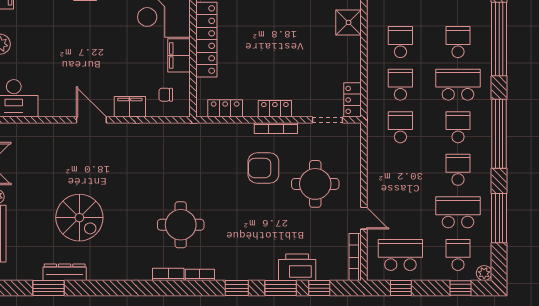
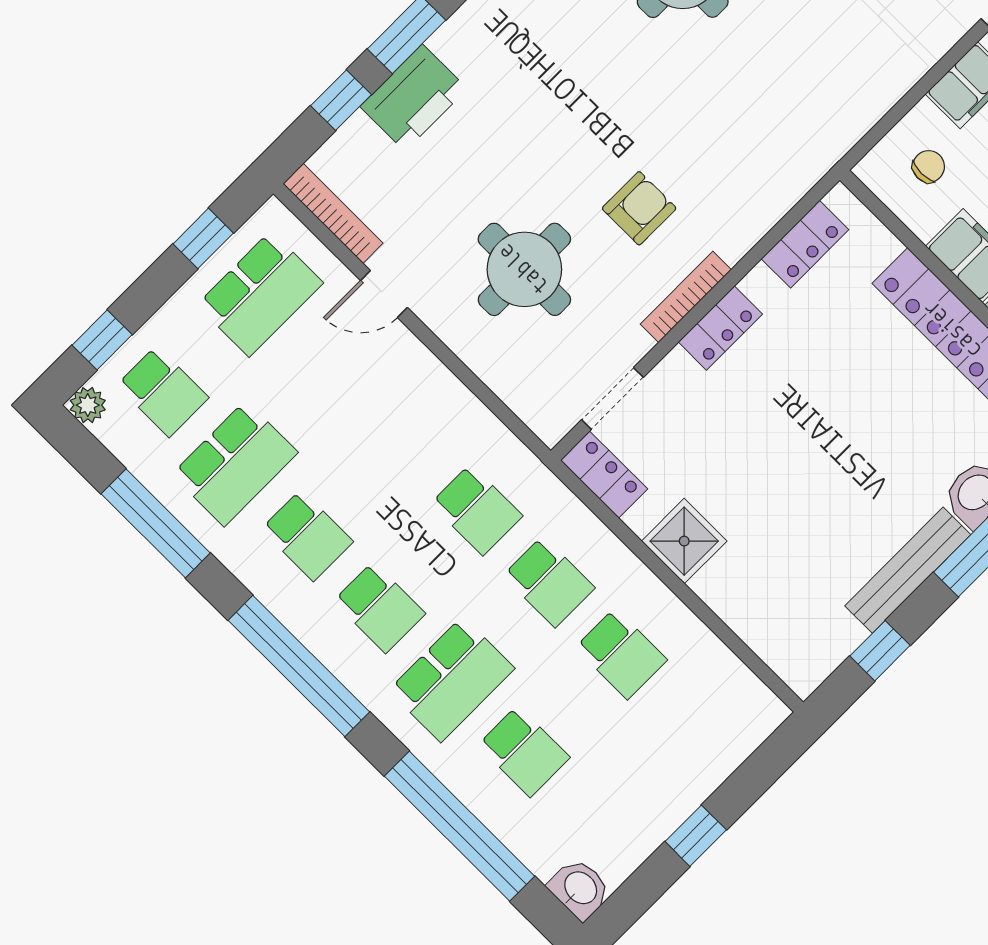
shower: (349, 22) -> (684, 541), moved
armchair: (263, 168) -> (639, 208), width x0.72, depth x0.72

